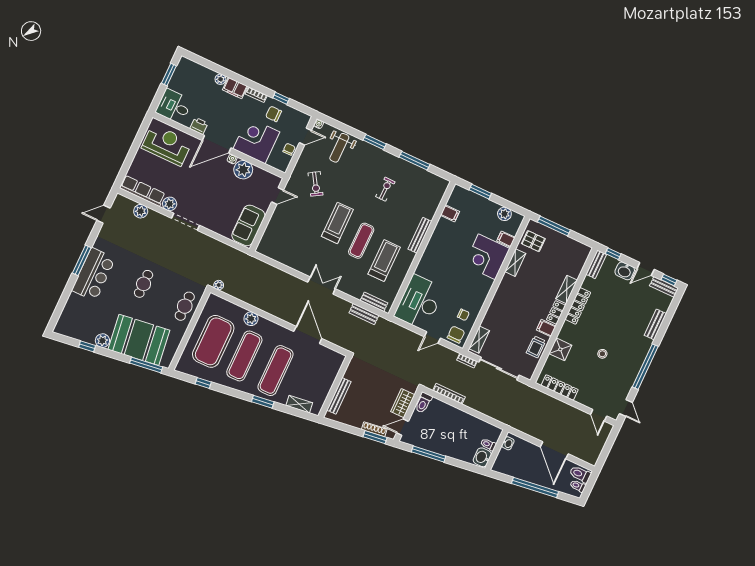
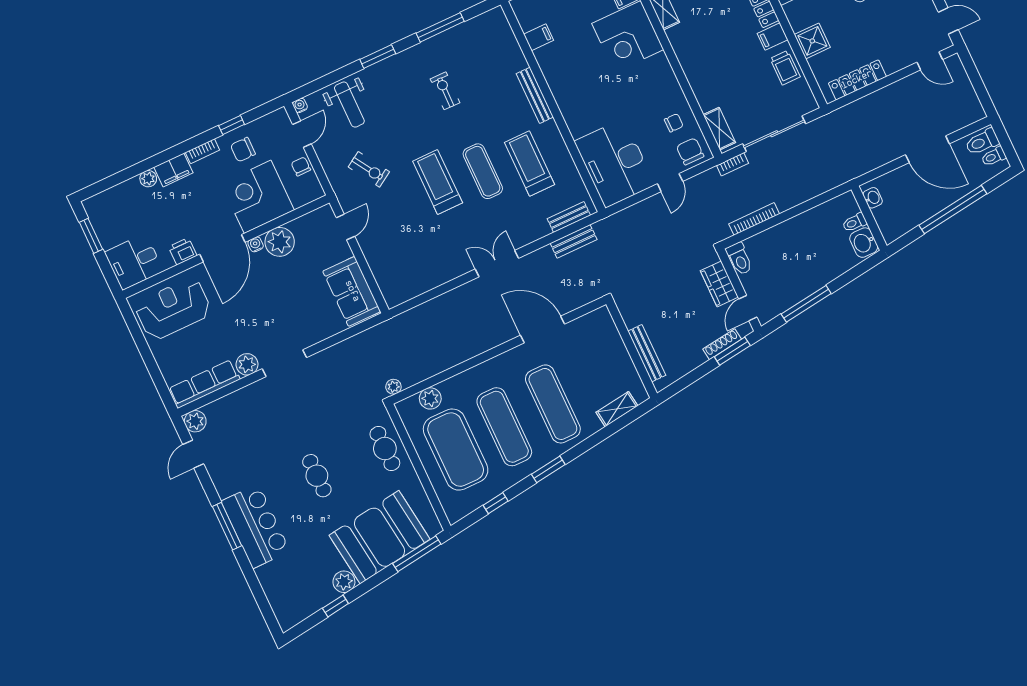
plant: (141, 211) -> (195, 421), moved
plant: (251, 319) -> (430, 398), moved
window: (263, 402) -> (548, 469), moved

